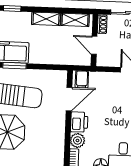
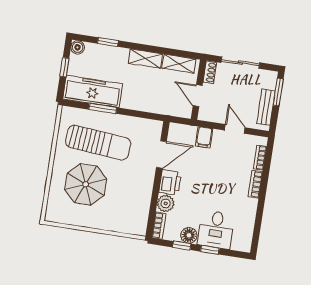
filing cabinet: (82, 79) -> (204, 137), moved

